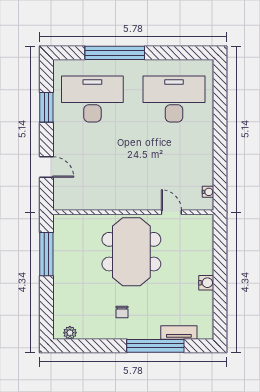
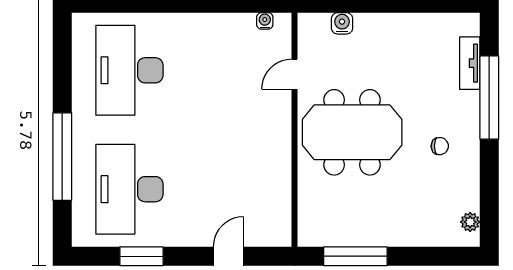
water cooler: (206, 283) -> (342, 23), moved

